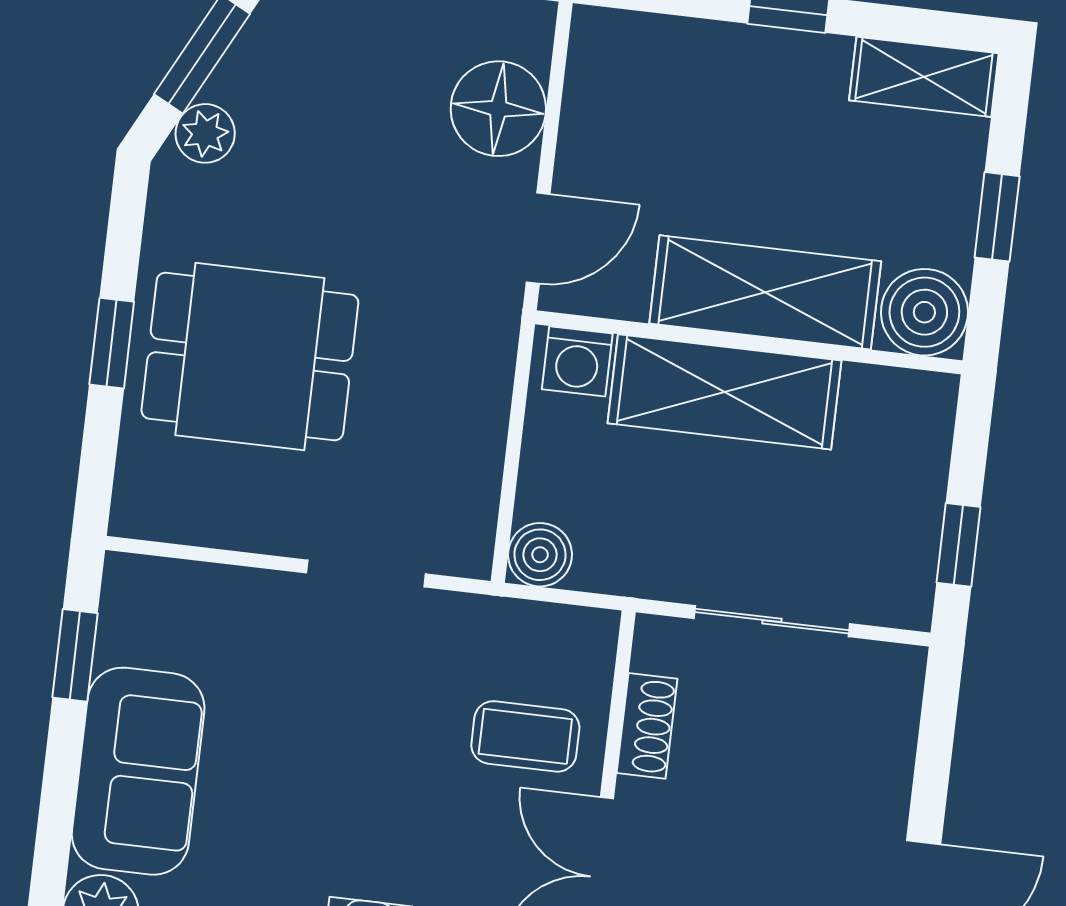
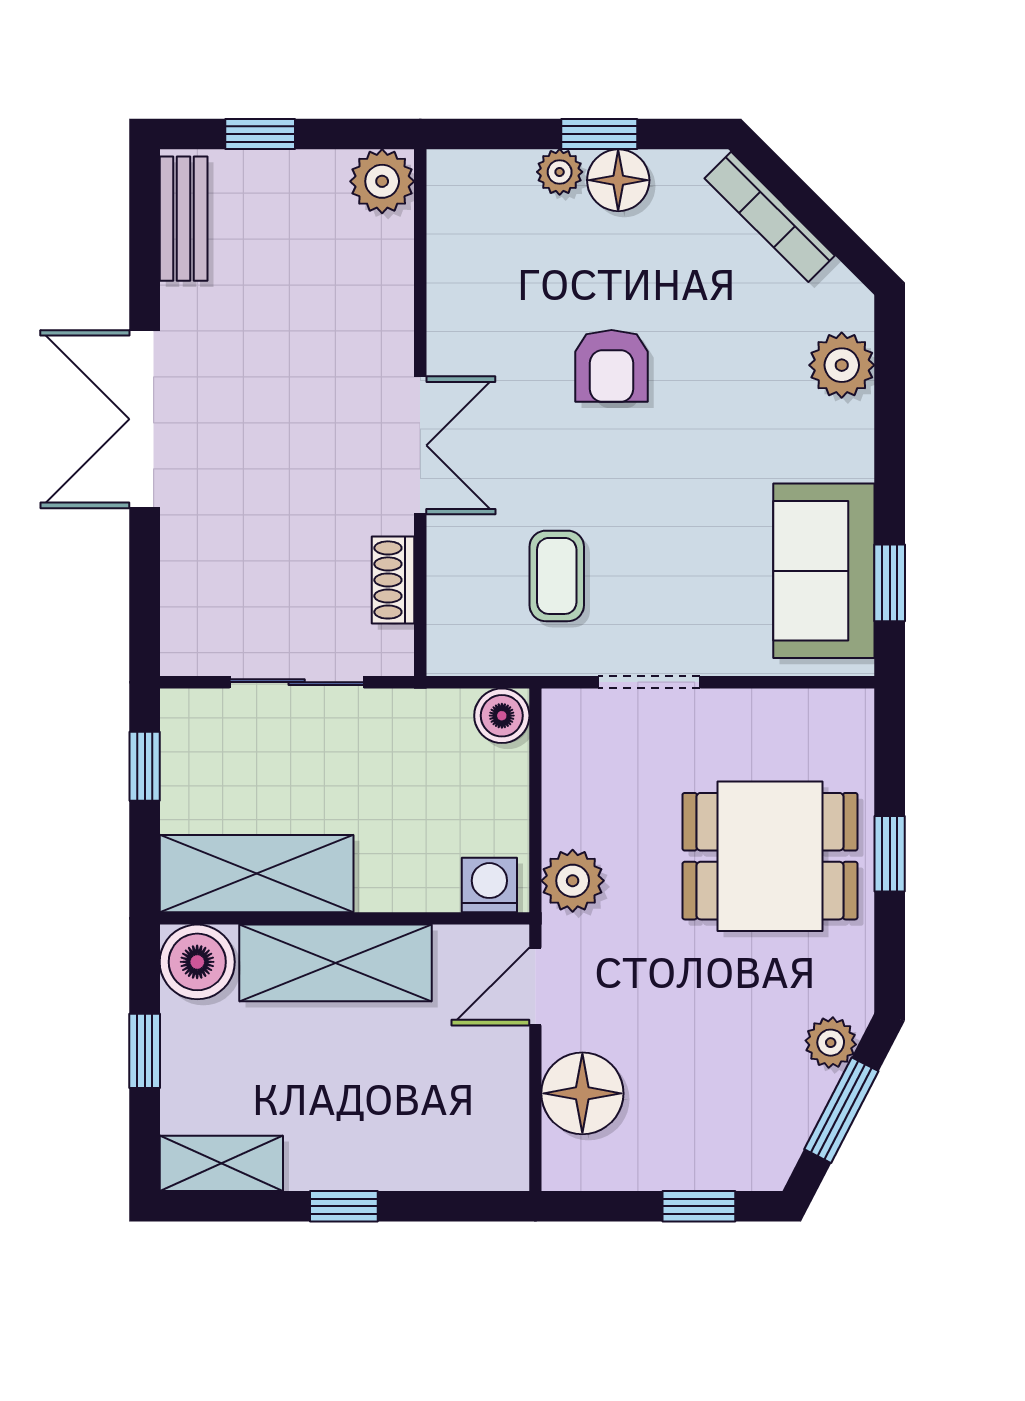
plant: (481, 355) -> (573, 881), added
shelving: (725, 392) -> (257, 874), moved
coffee table: (525, 736) -> (557, 576), moved, turned 90
sofa: (138, 771) -> (824, 571), moved

